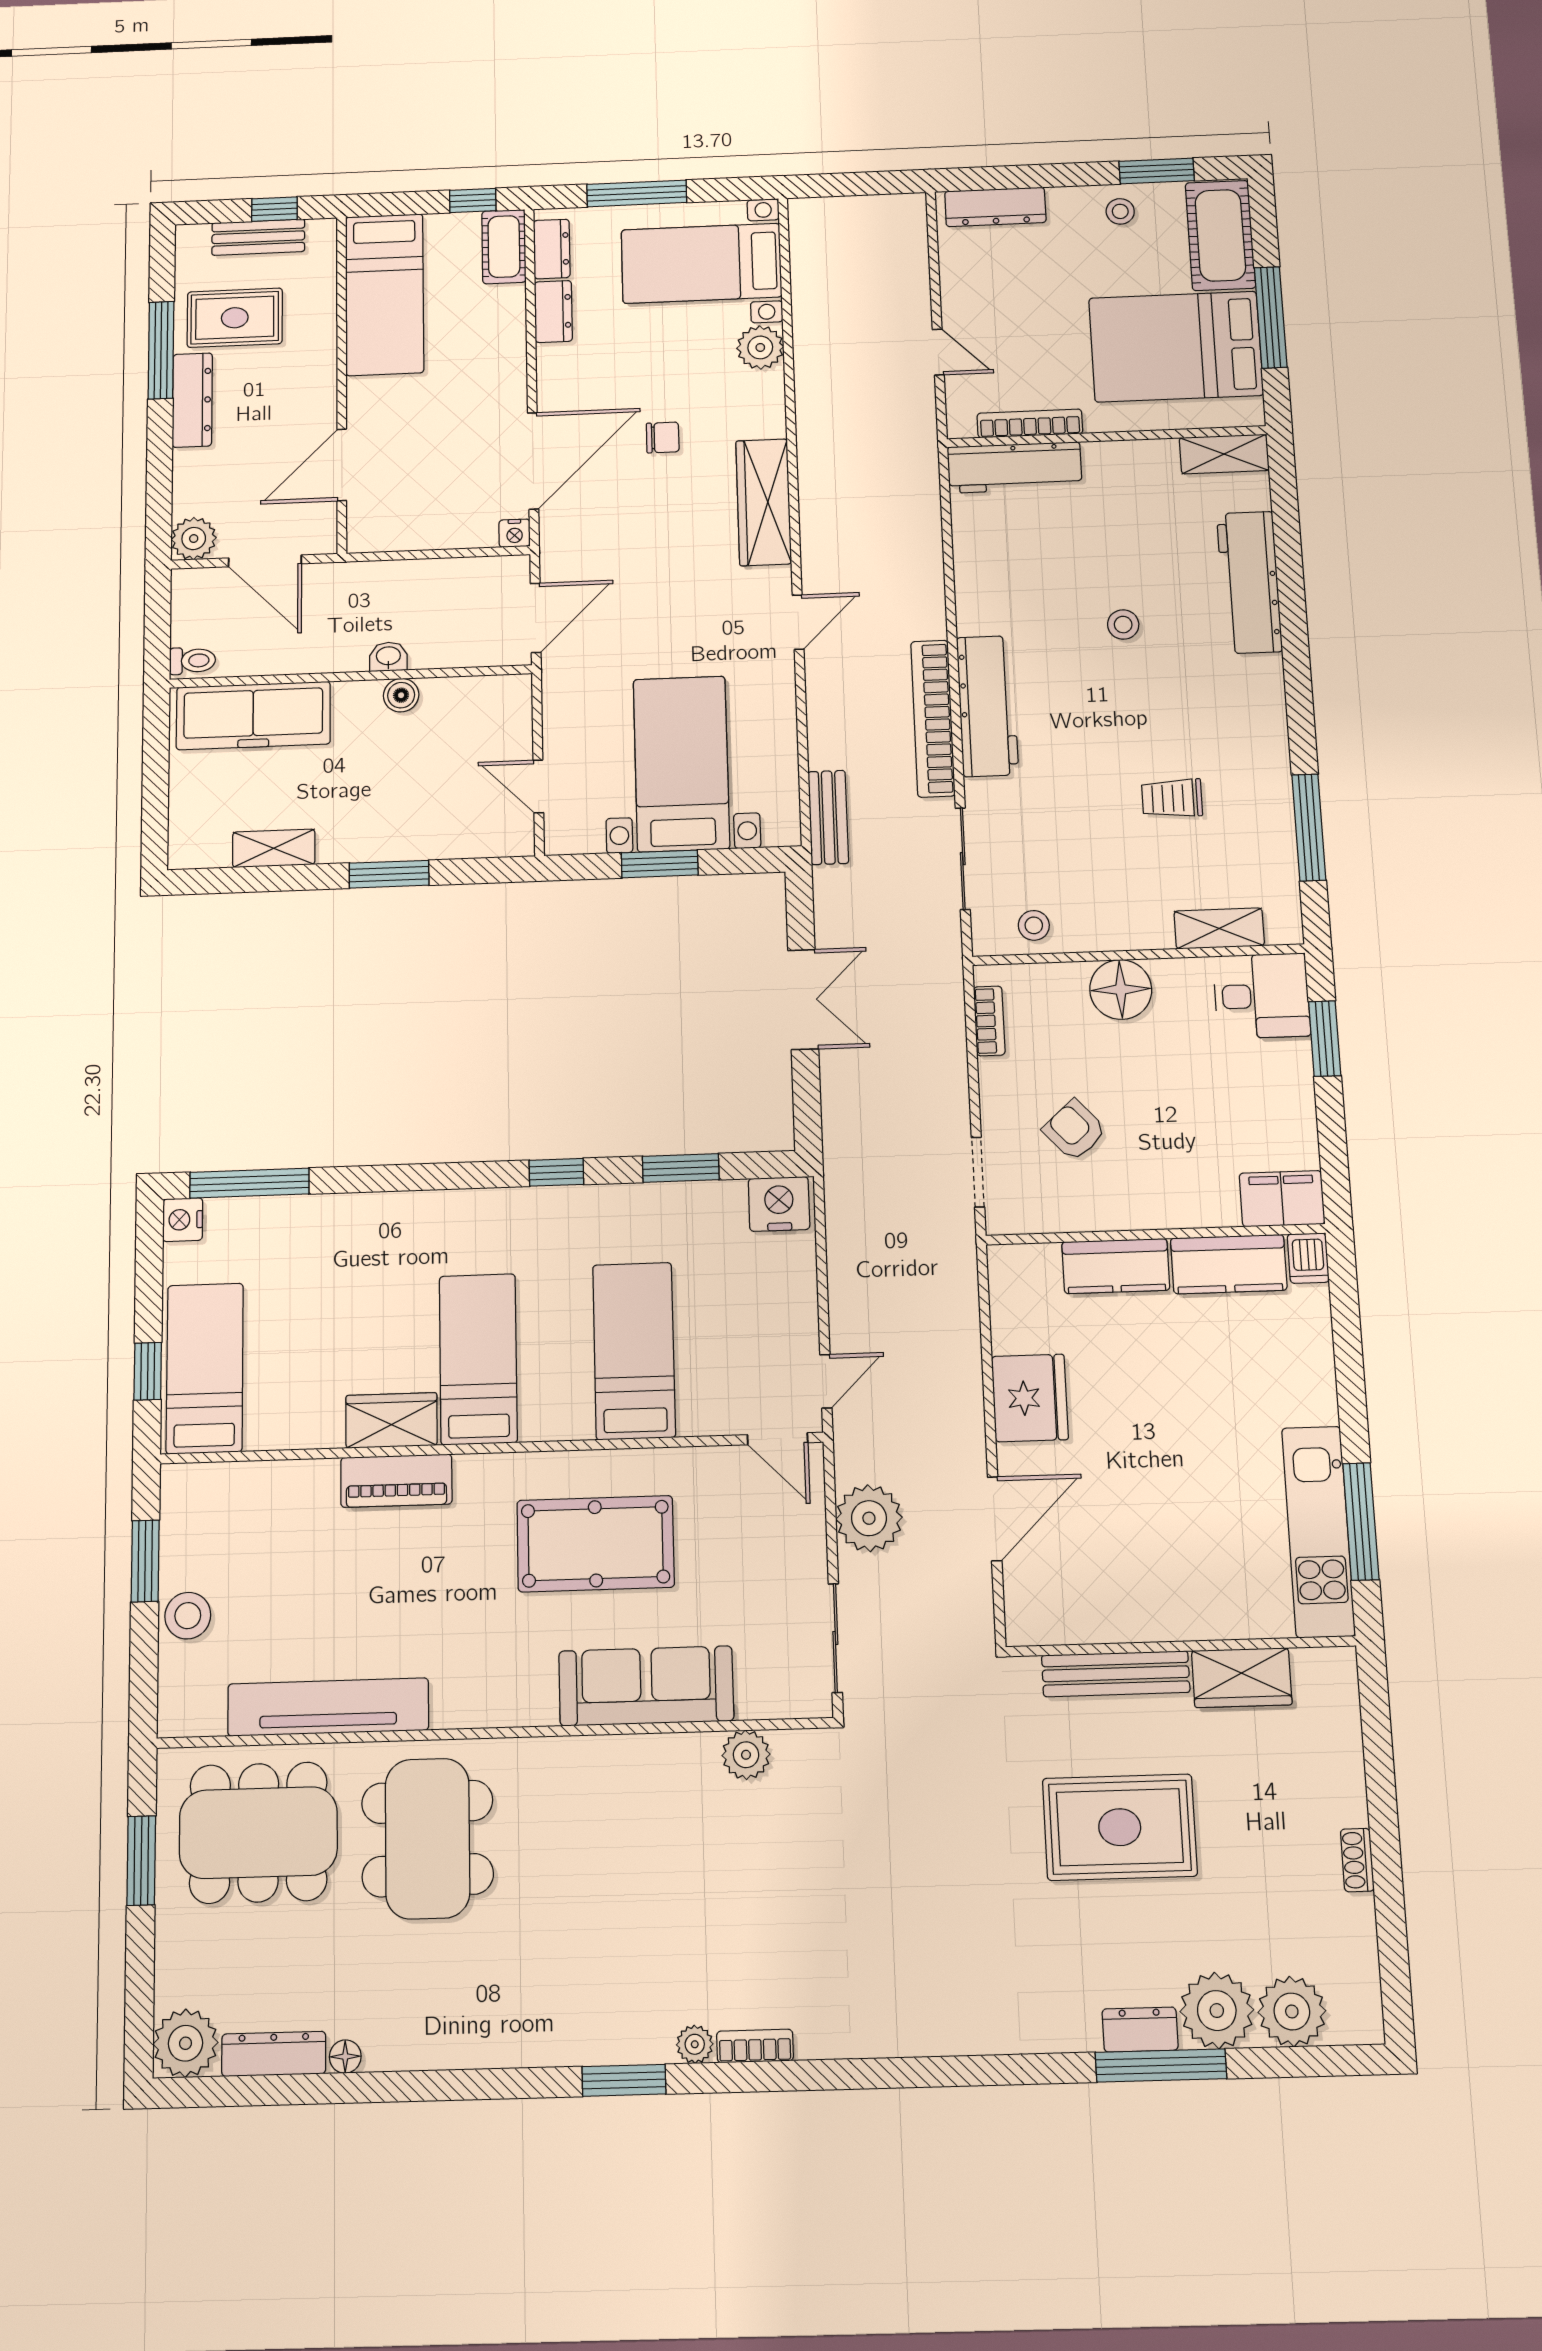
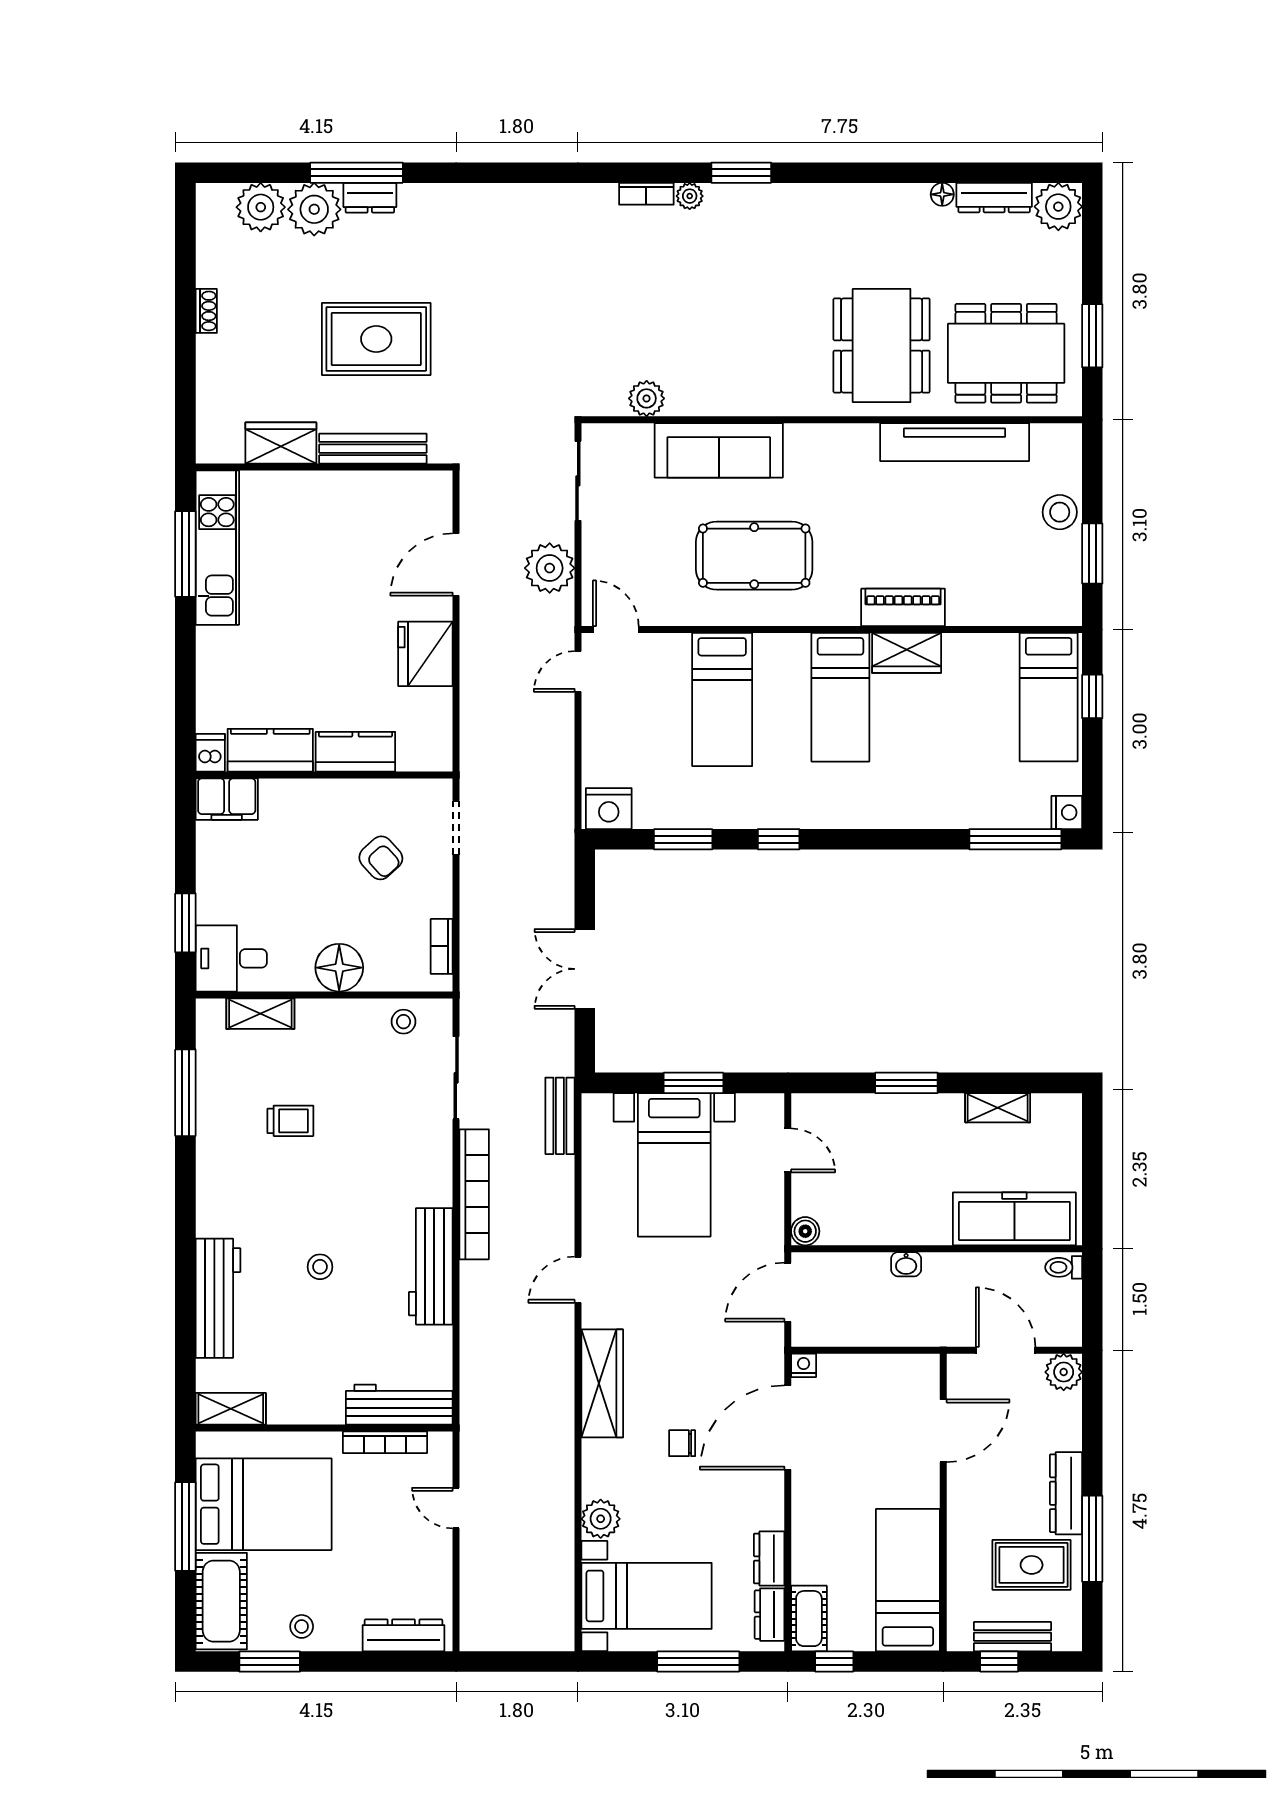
boiler: (401, 695) -> (805, 1231), moved
workbench: (987, 706) -> (431, 1266), moved

